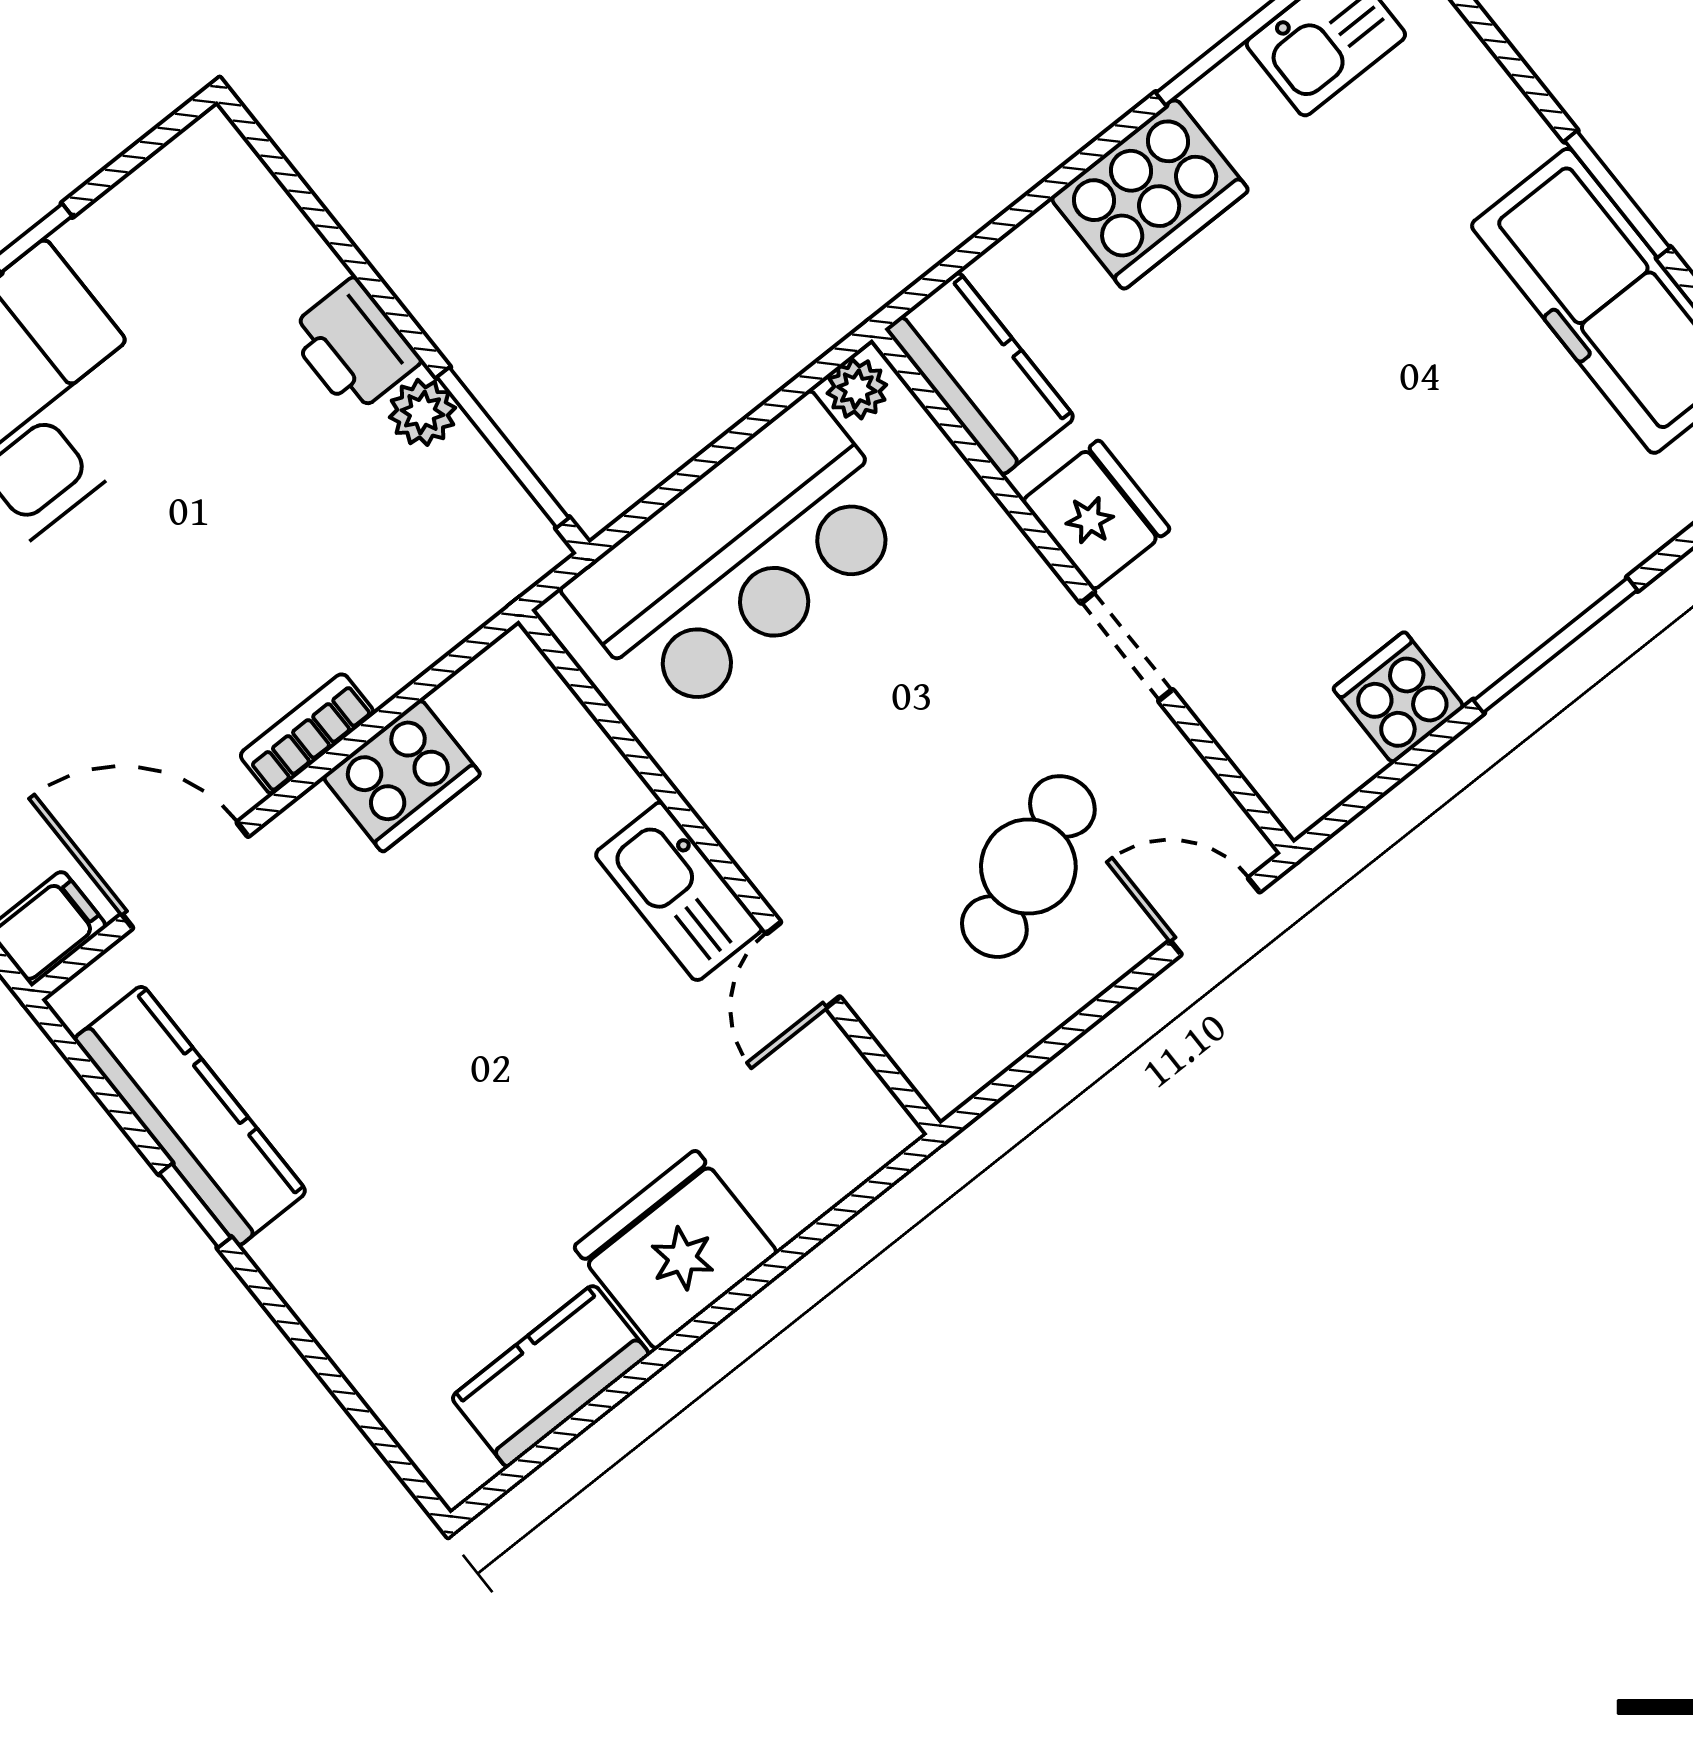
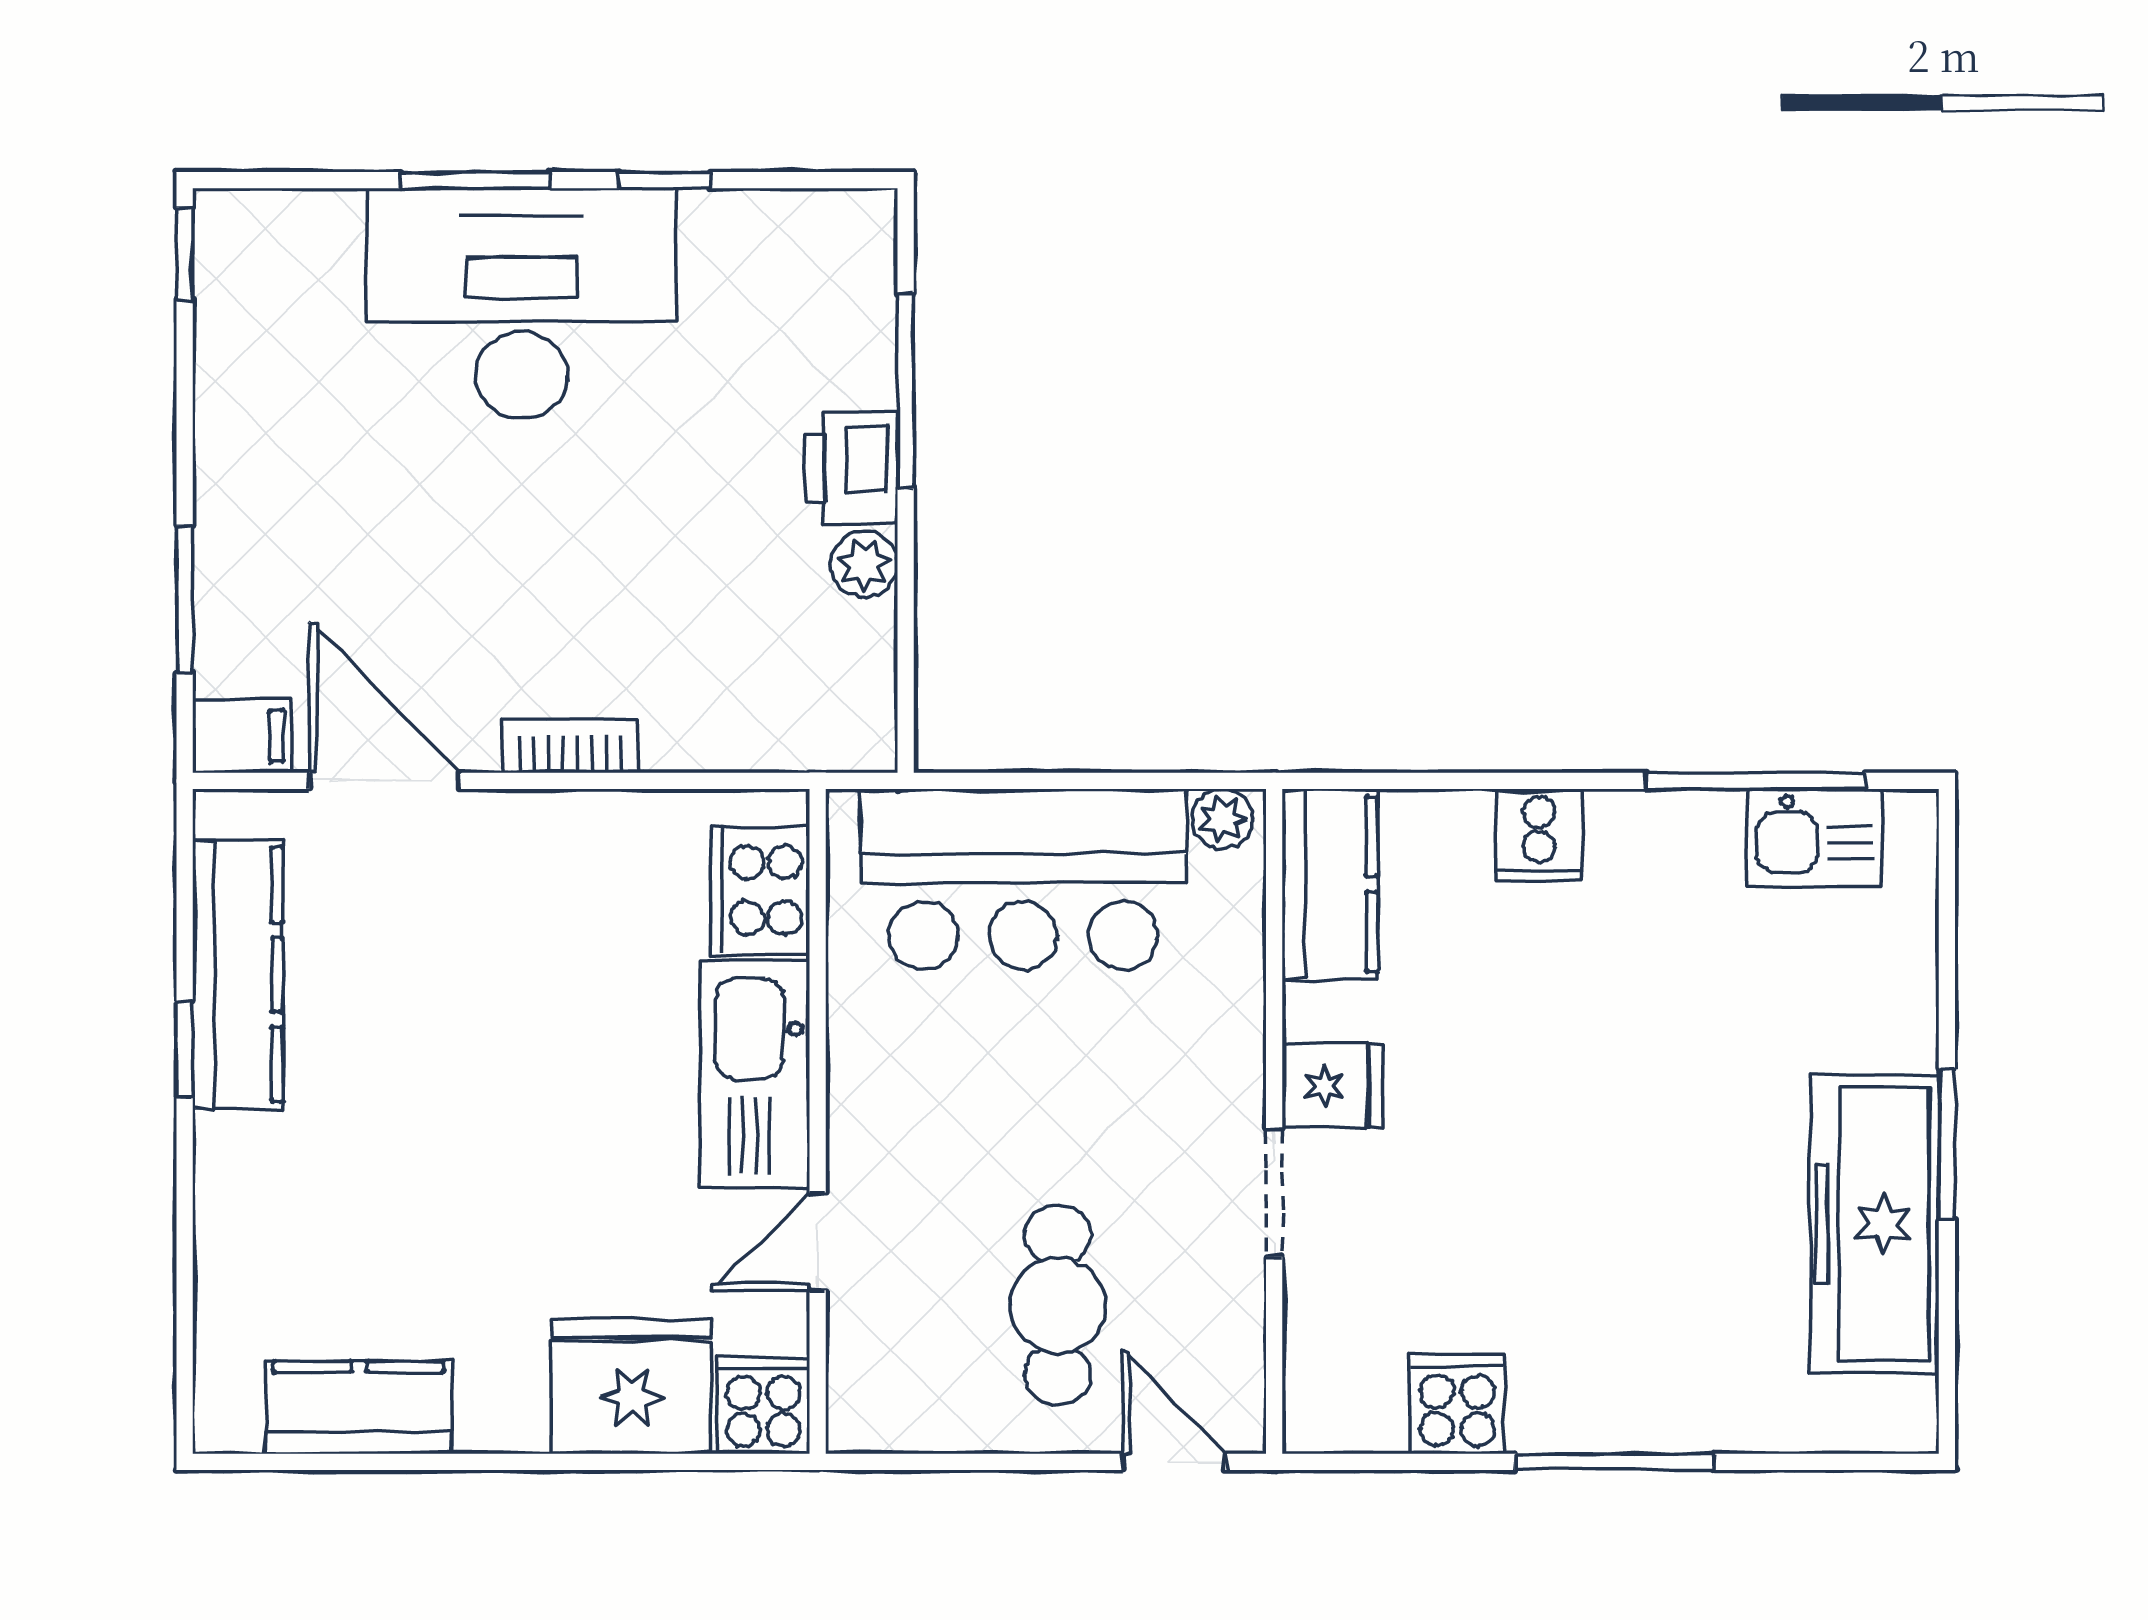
cooker: (1149, 194) -> (1539, 835), width x0.53, depth x0.76
window: (503, 448) -> (906, 391), moved
fridge: (1096, 515) -> (1332, 1086), width x0.72
cooker: (401, 775) -> (760, 890), moved, turned 90
cafe table: (1028, 867) -> (1058, 1305), turned -68
kitchen sink: (679, 891) -> (755, 1074), width x1.36, depth x1.24
cooker: (862, 1125) -> (764, 1405), added
fridge: (676, 1250) -> (632, 1386), moved

